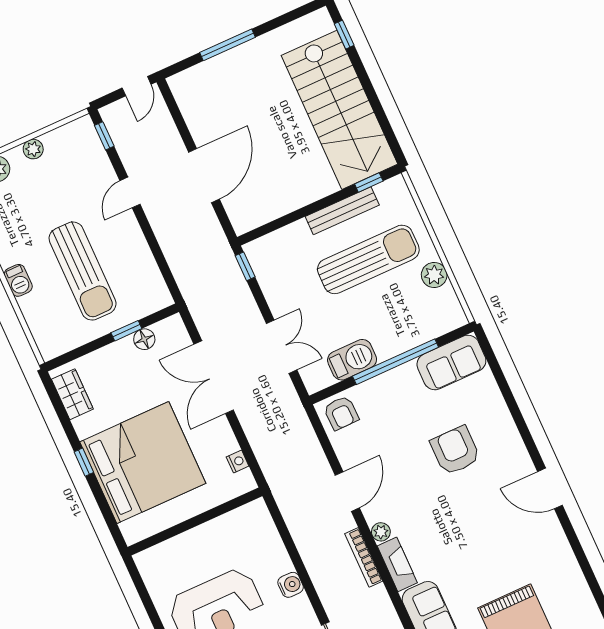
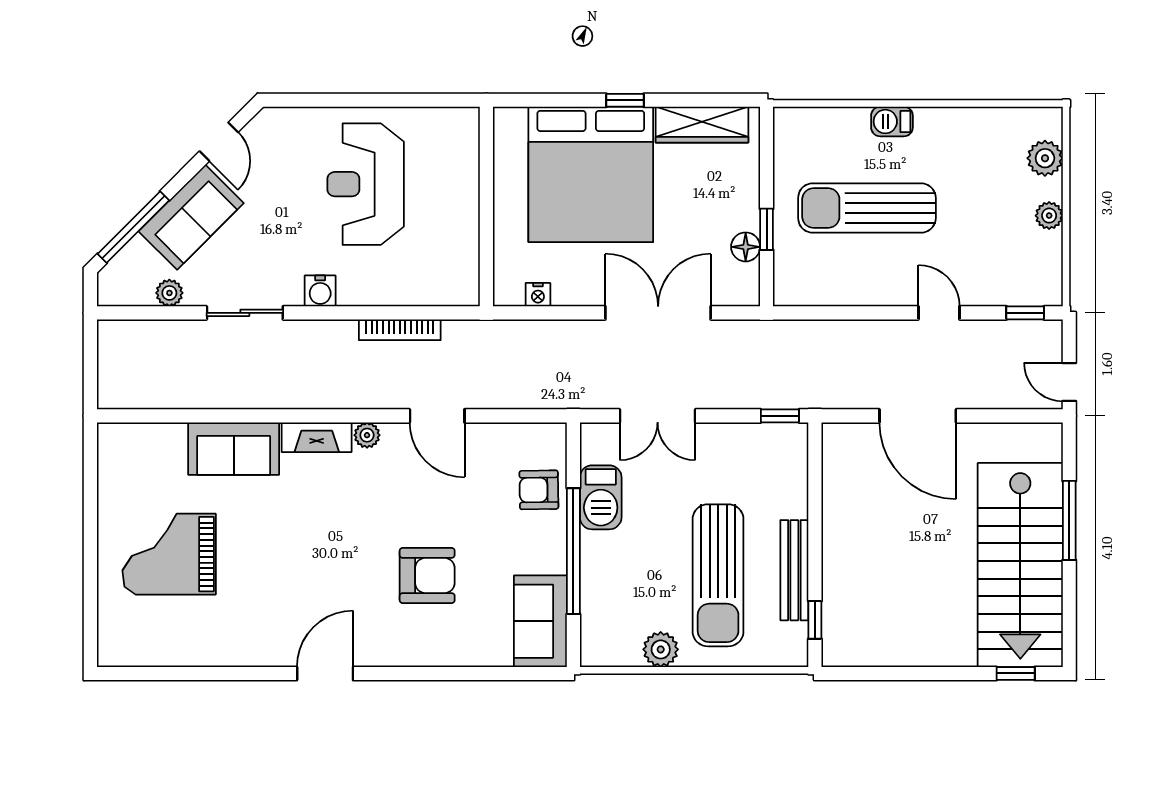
stairs: (339, 110) -> (1020, 565), moved, turned -90
wardrobe: (72, 394) -> (702, 125), width x1.50
armchair: (341, 413) -> (539, 490), moved
bookcase: (364, 557) -> (400, 330), moved, turned 180
water cooler: (291, 585) -> (320, 291), moved

